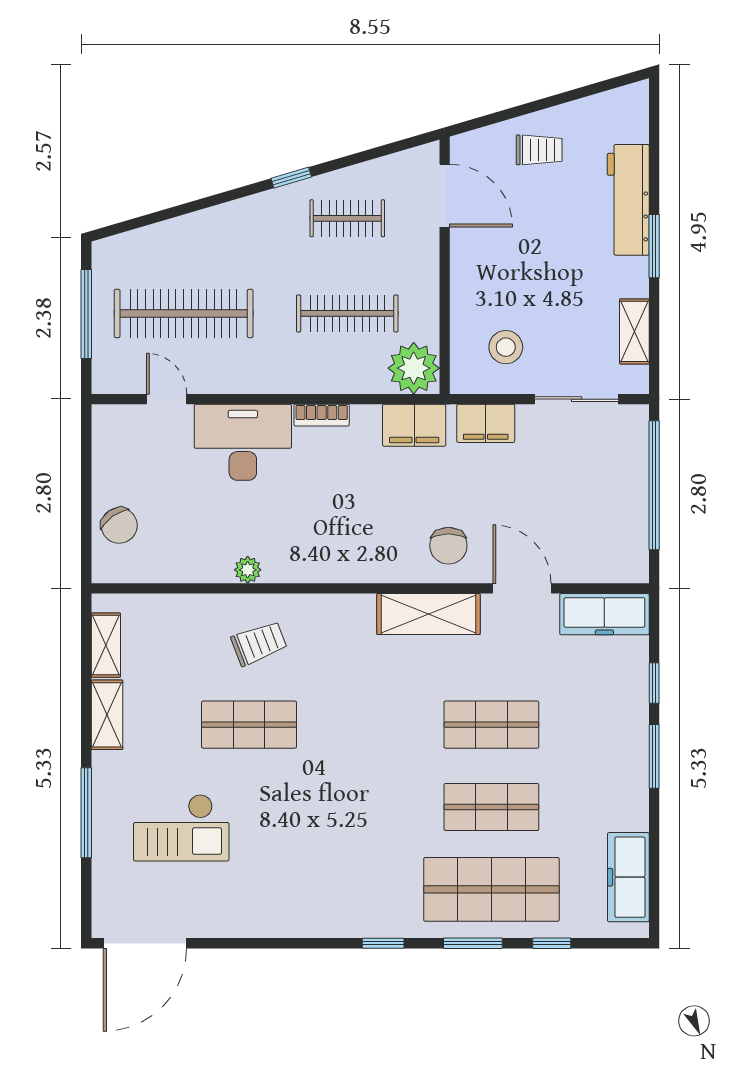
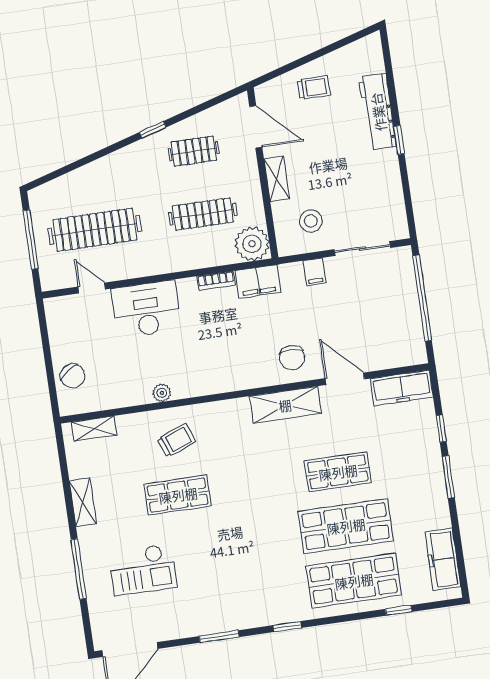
window: (654, 246) -> (399, 140), width x0.67
shelving: (634, 331) -> (277, 179), moved
bookcase: (322, 415) -> (216, 281), moved
filing cabinet: (486, 423) -> (314, 272), width x0.50
shelving: (106, 645) -> (94, 429), moved, turned 90
shop shelf: (491, 807) -> (346, 526), width x1.43, depth x1.36
window: (473, 943) -> (219, 637), moved

